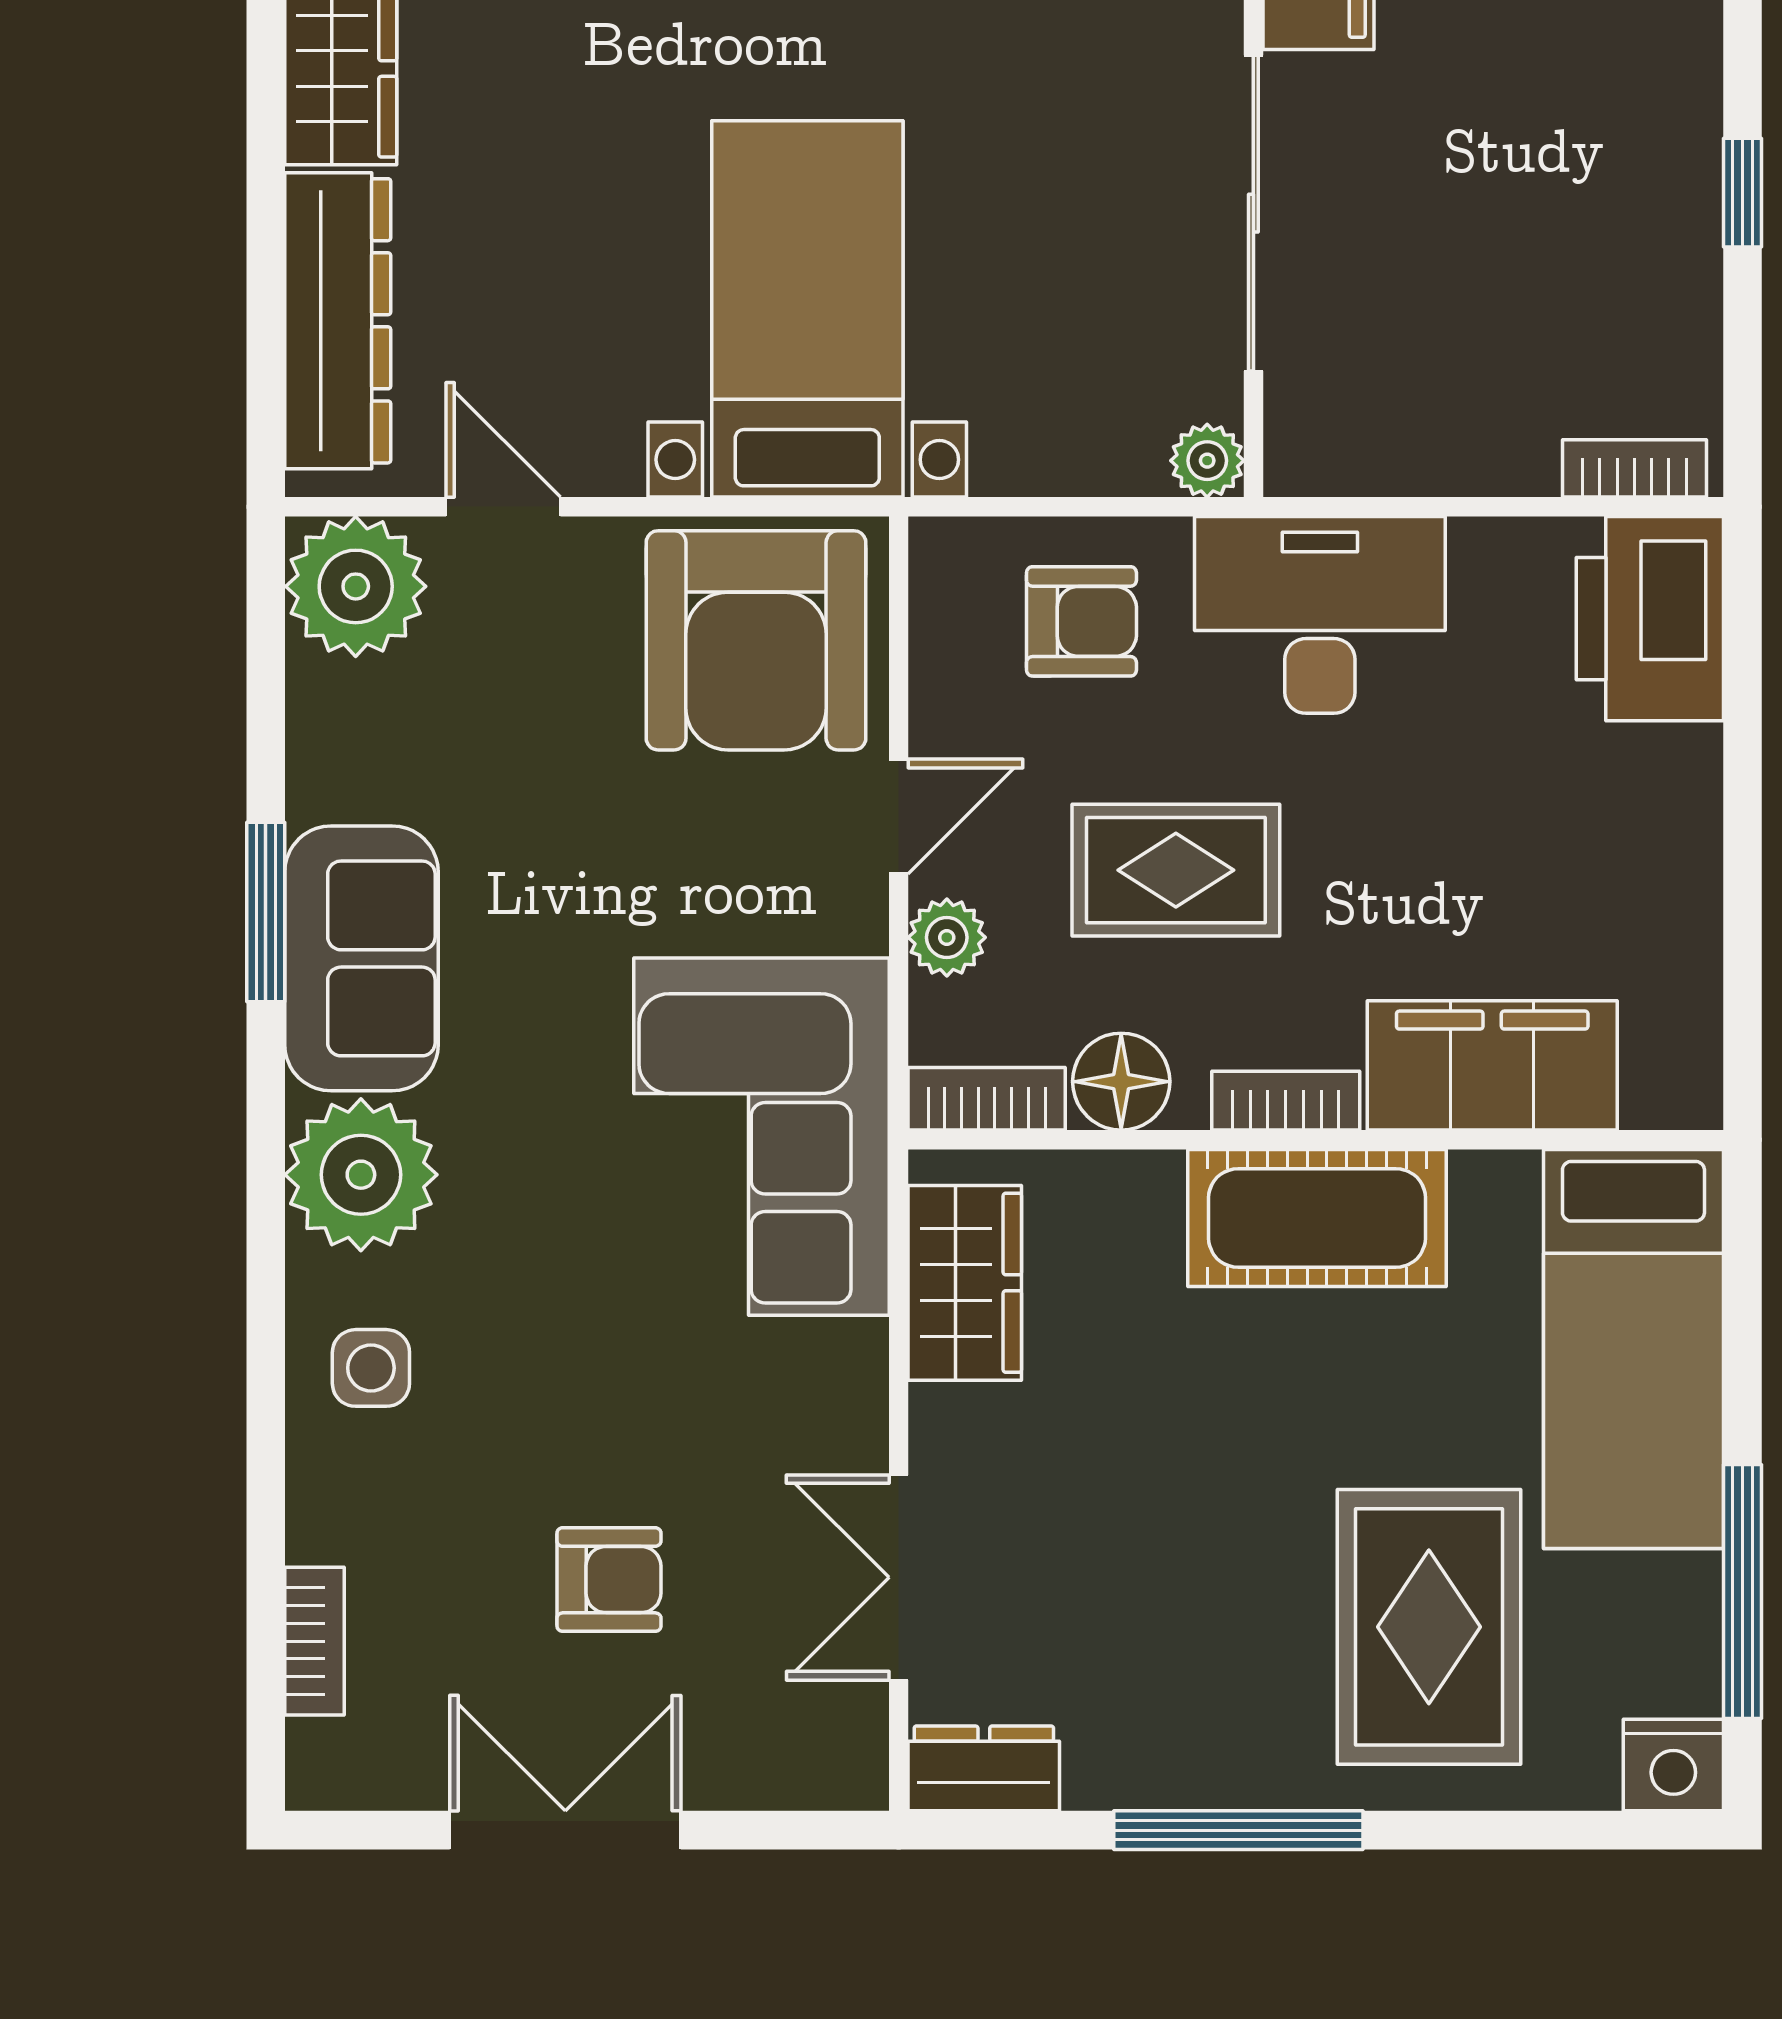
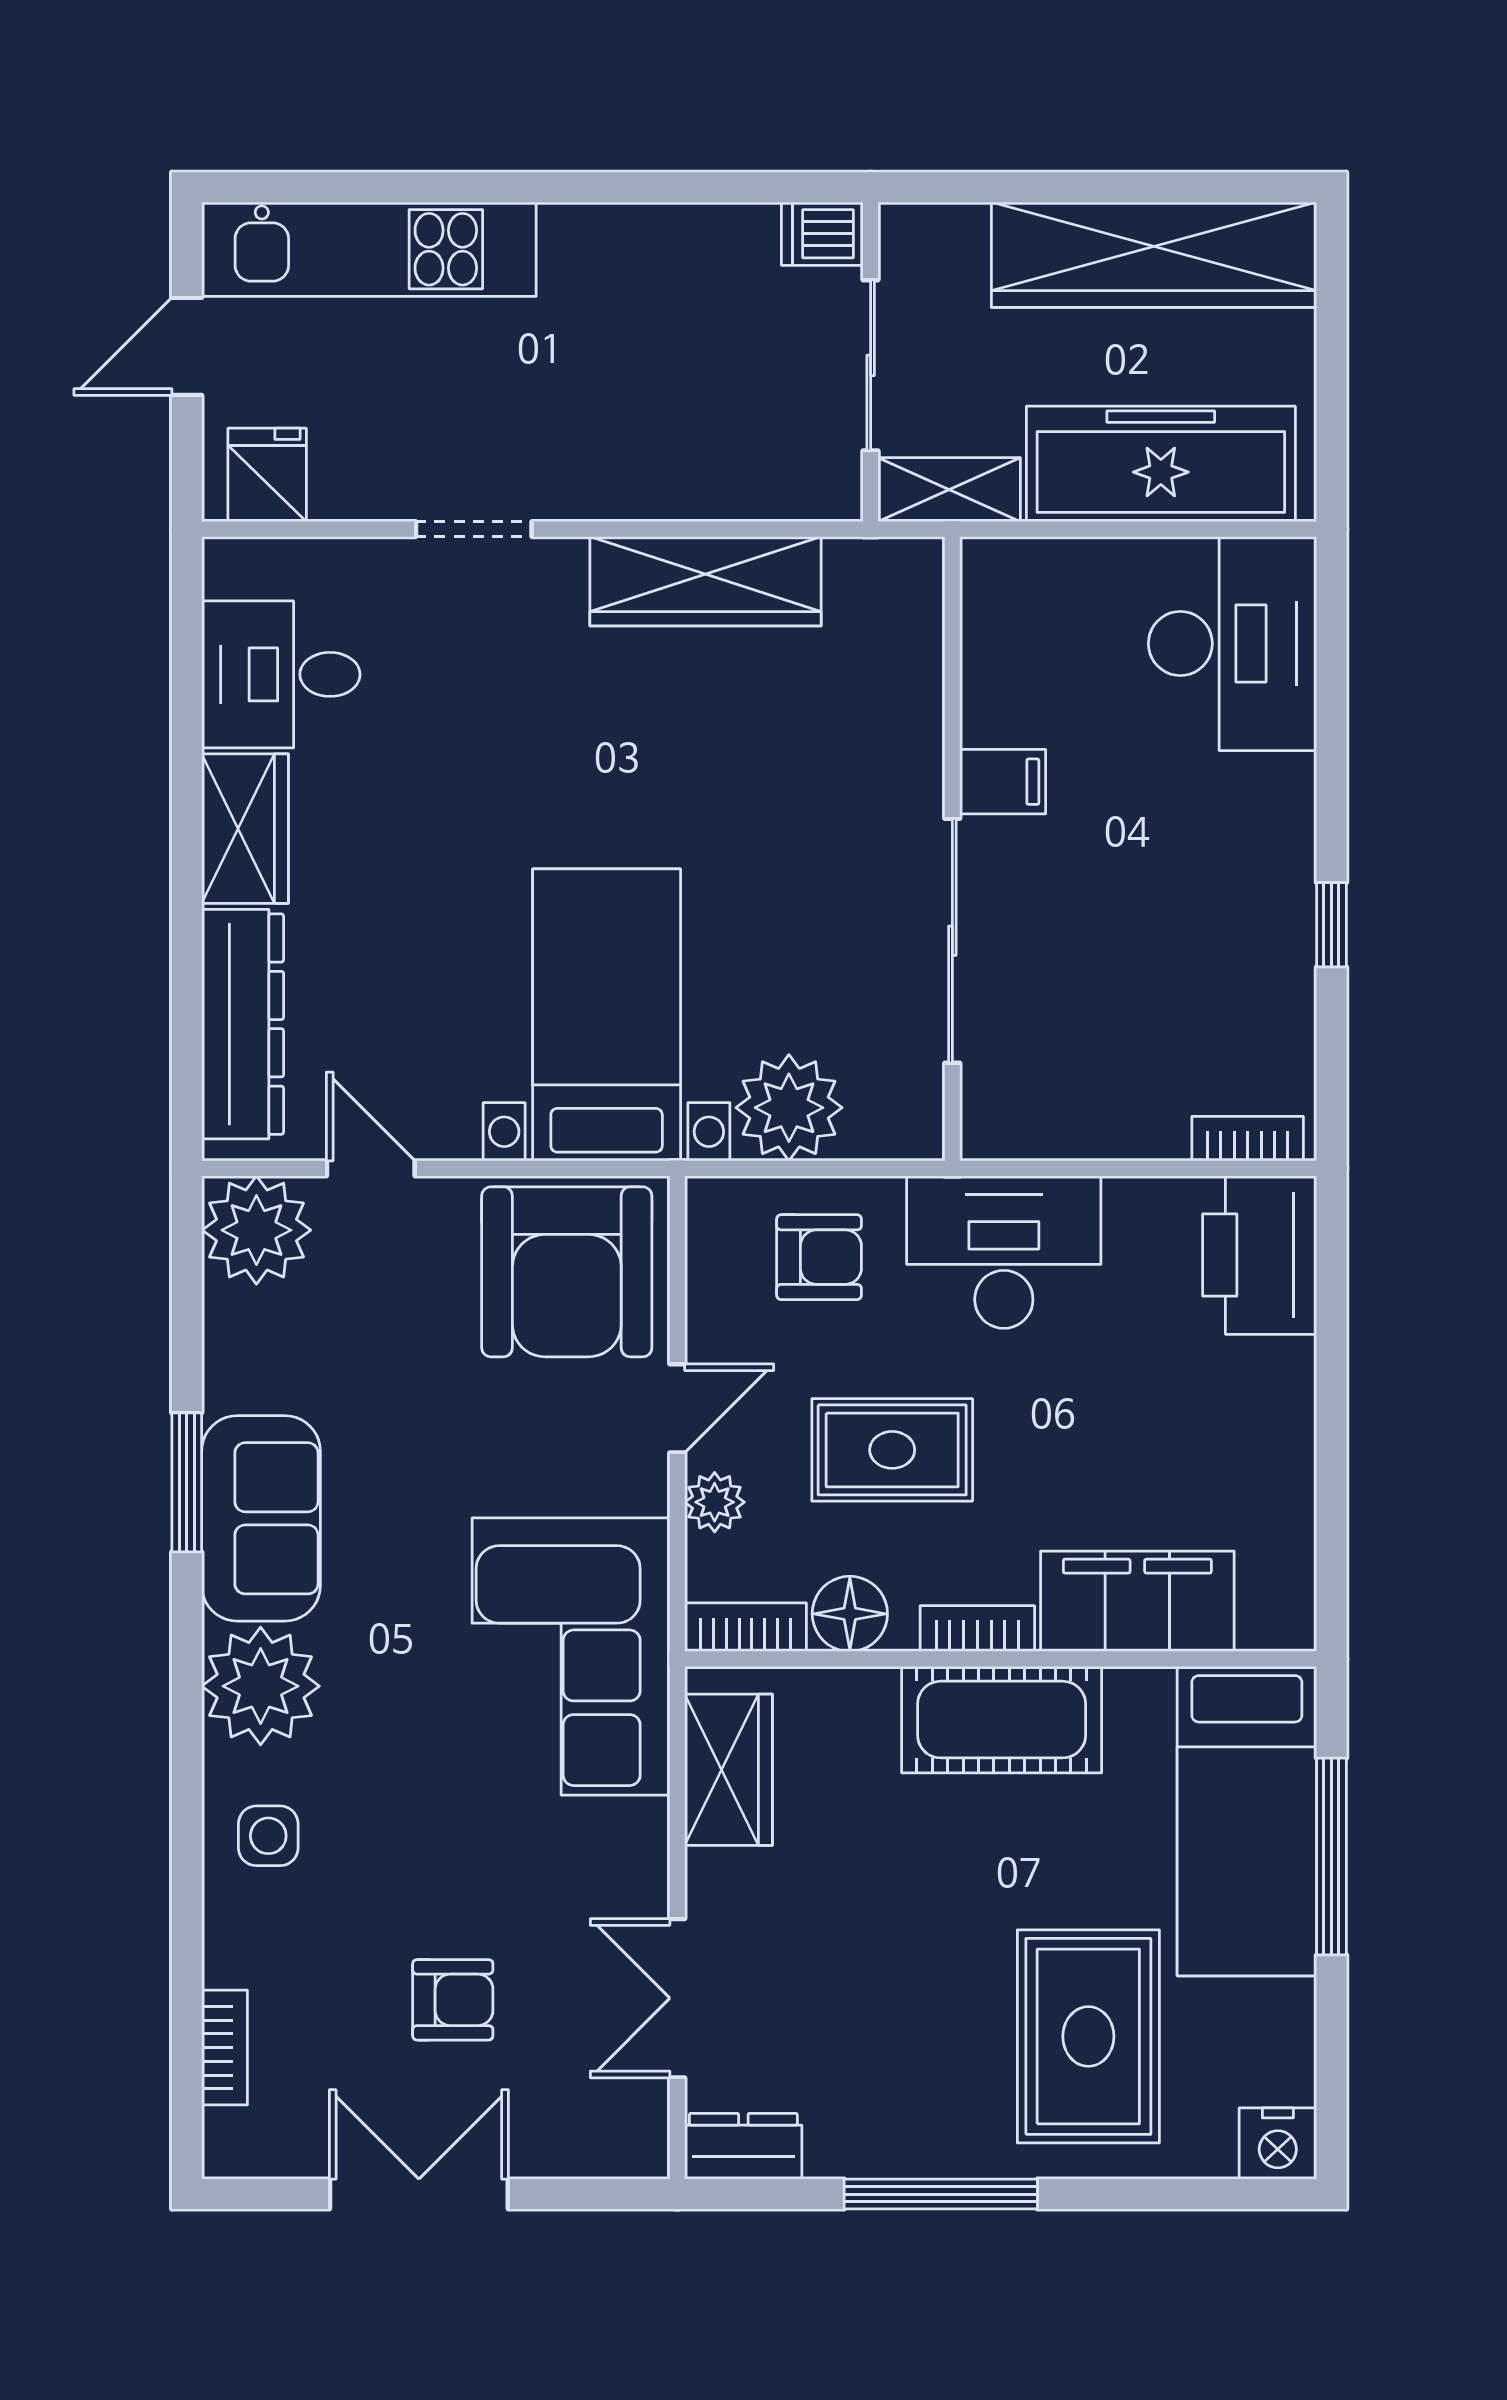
plant: (1207, 461) -> (789, 1108), moved, width x1.88, depth x1.88
window: (1742, 1591) -> (1331, 1856), moved

